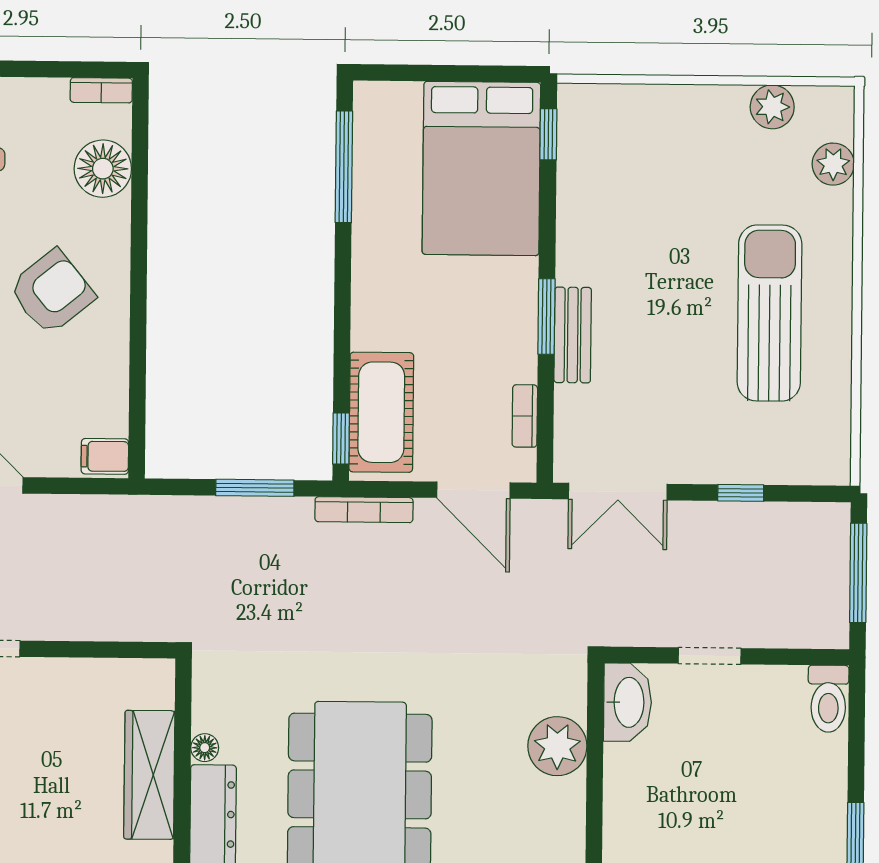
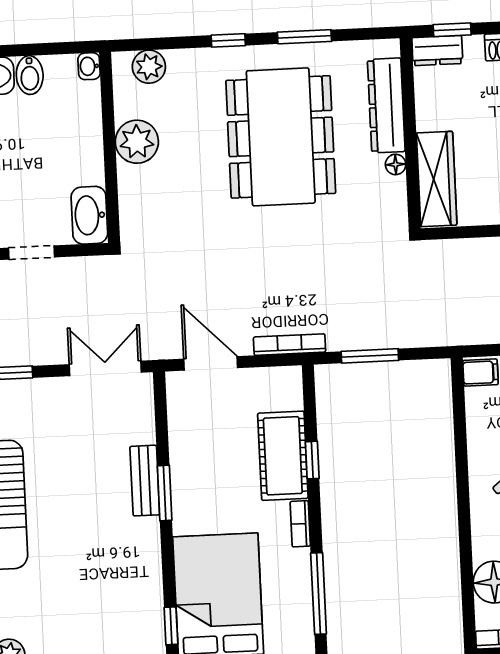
cot: (381, 412) -> (283, 456), moved
bookcase: (525, 416) -> (300, 524), moved, turned 180
window: (341, 438) -> (312, 460), moved
plant: (557, 746) -> (137, 142), moved
wardrobe: (149, 775) -> (437, 179), moved

